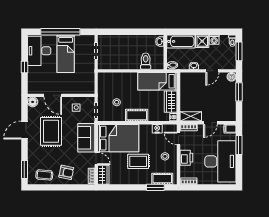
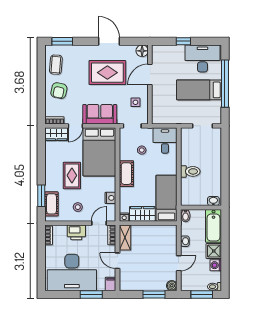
toilet: (146, 61) -> (190, 171), moved
door: (212, 71) -> (179, 263), swing flipped
desk: (109, 83) -> (165, 141), added

